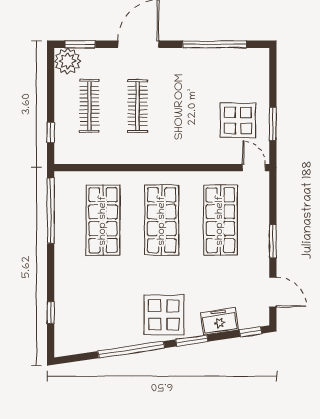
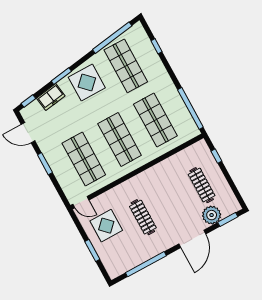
plant: (68, 61) -> (212, 215), moved
clothes rail: (138, 106) -> (143, 217), moved
window: (273, 124) -> (92, 250), moved
shop shelf: (103, 309) -> (126, 66), added
window: (131, 350) -> (112, 38), moved

